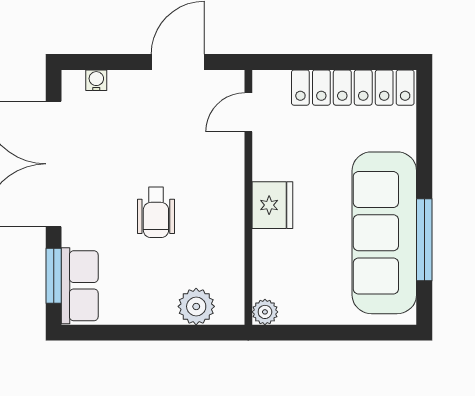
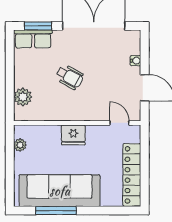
water cooler: (96, 80) -> (136, 61), moved
wheelchair: (156, 212) -> (70, 77), turned -151
plant: (265, 312) -> (20, 145), moved

